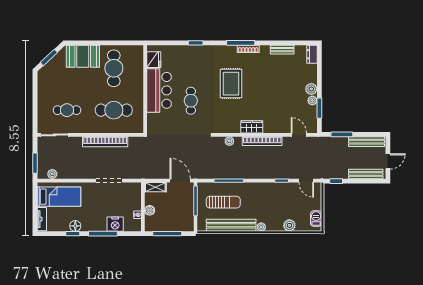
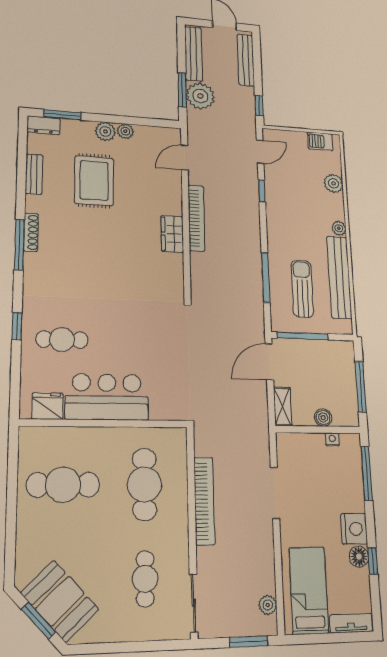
booth: (83, 56) -> (60, 601), moved, turned -43
rug: (231, 84) -> (94, 181), moved, turned 90
cafe table: (191, 101) -> (62, 340), moved
window: (319, 108) -> (62, 115), moved
plant: (229, 141) -> (200, 96), moved, width x1.87, depth x1.87
nightstand: (115, 224) -> (354, 529), moved
window: (103, 234) -> (367, 473), moved

